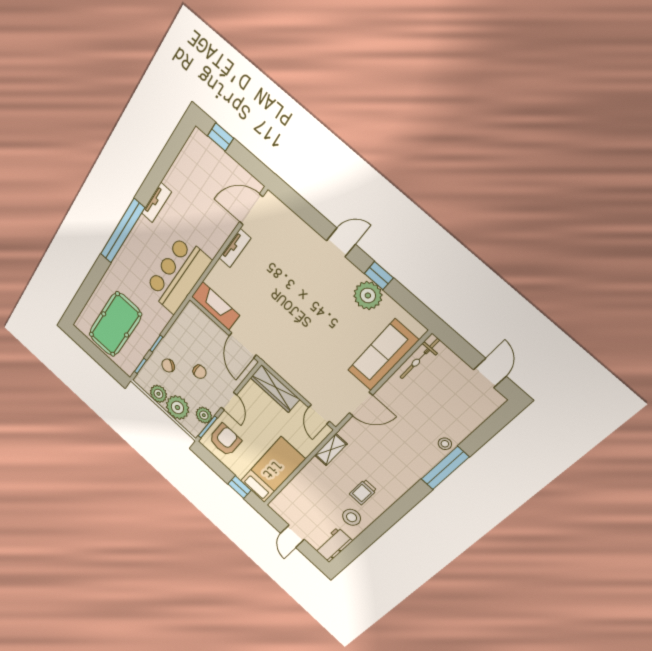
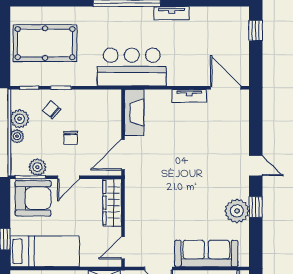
plant: (177, 408) -> (17, 136), width x0.53, depth x0.53
armchair: (225, 440) -> (33, 198), width x1.36, depth x1.36

